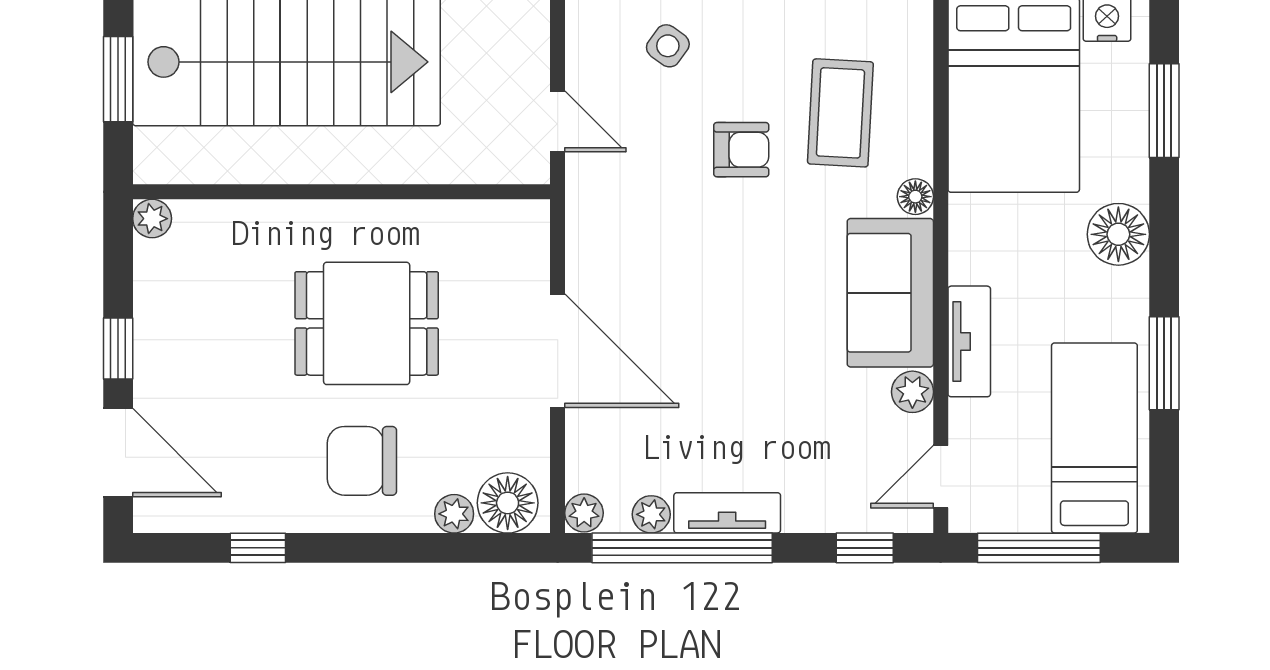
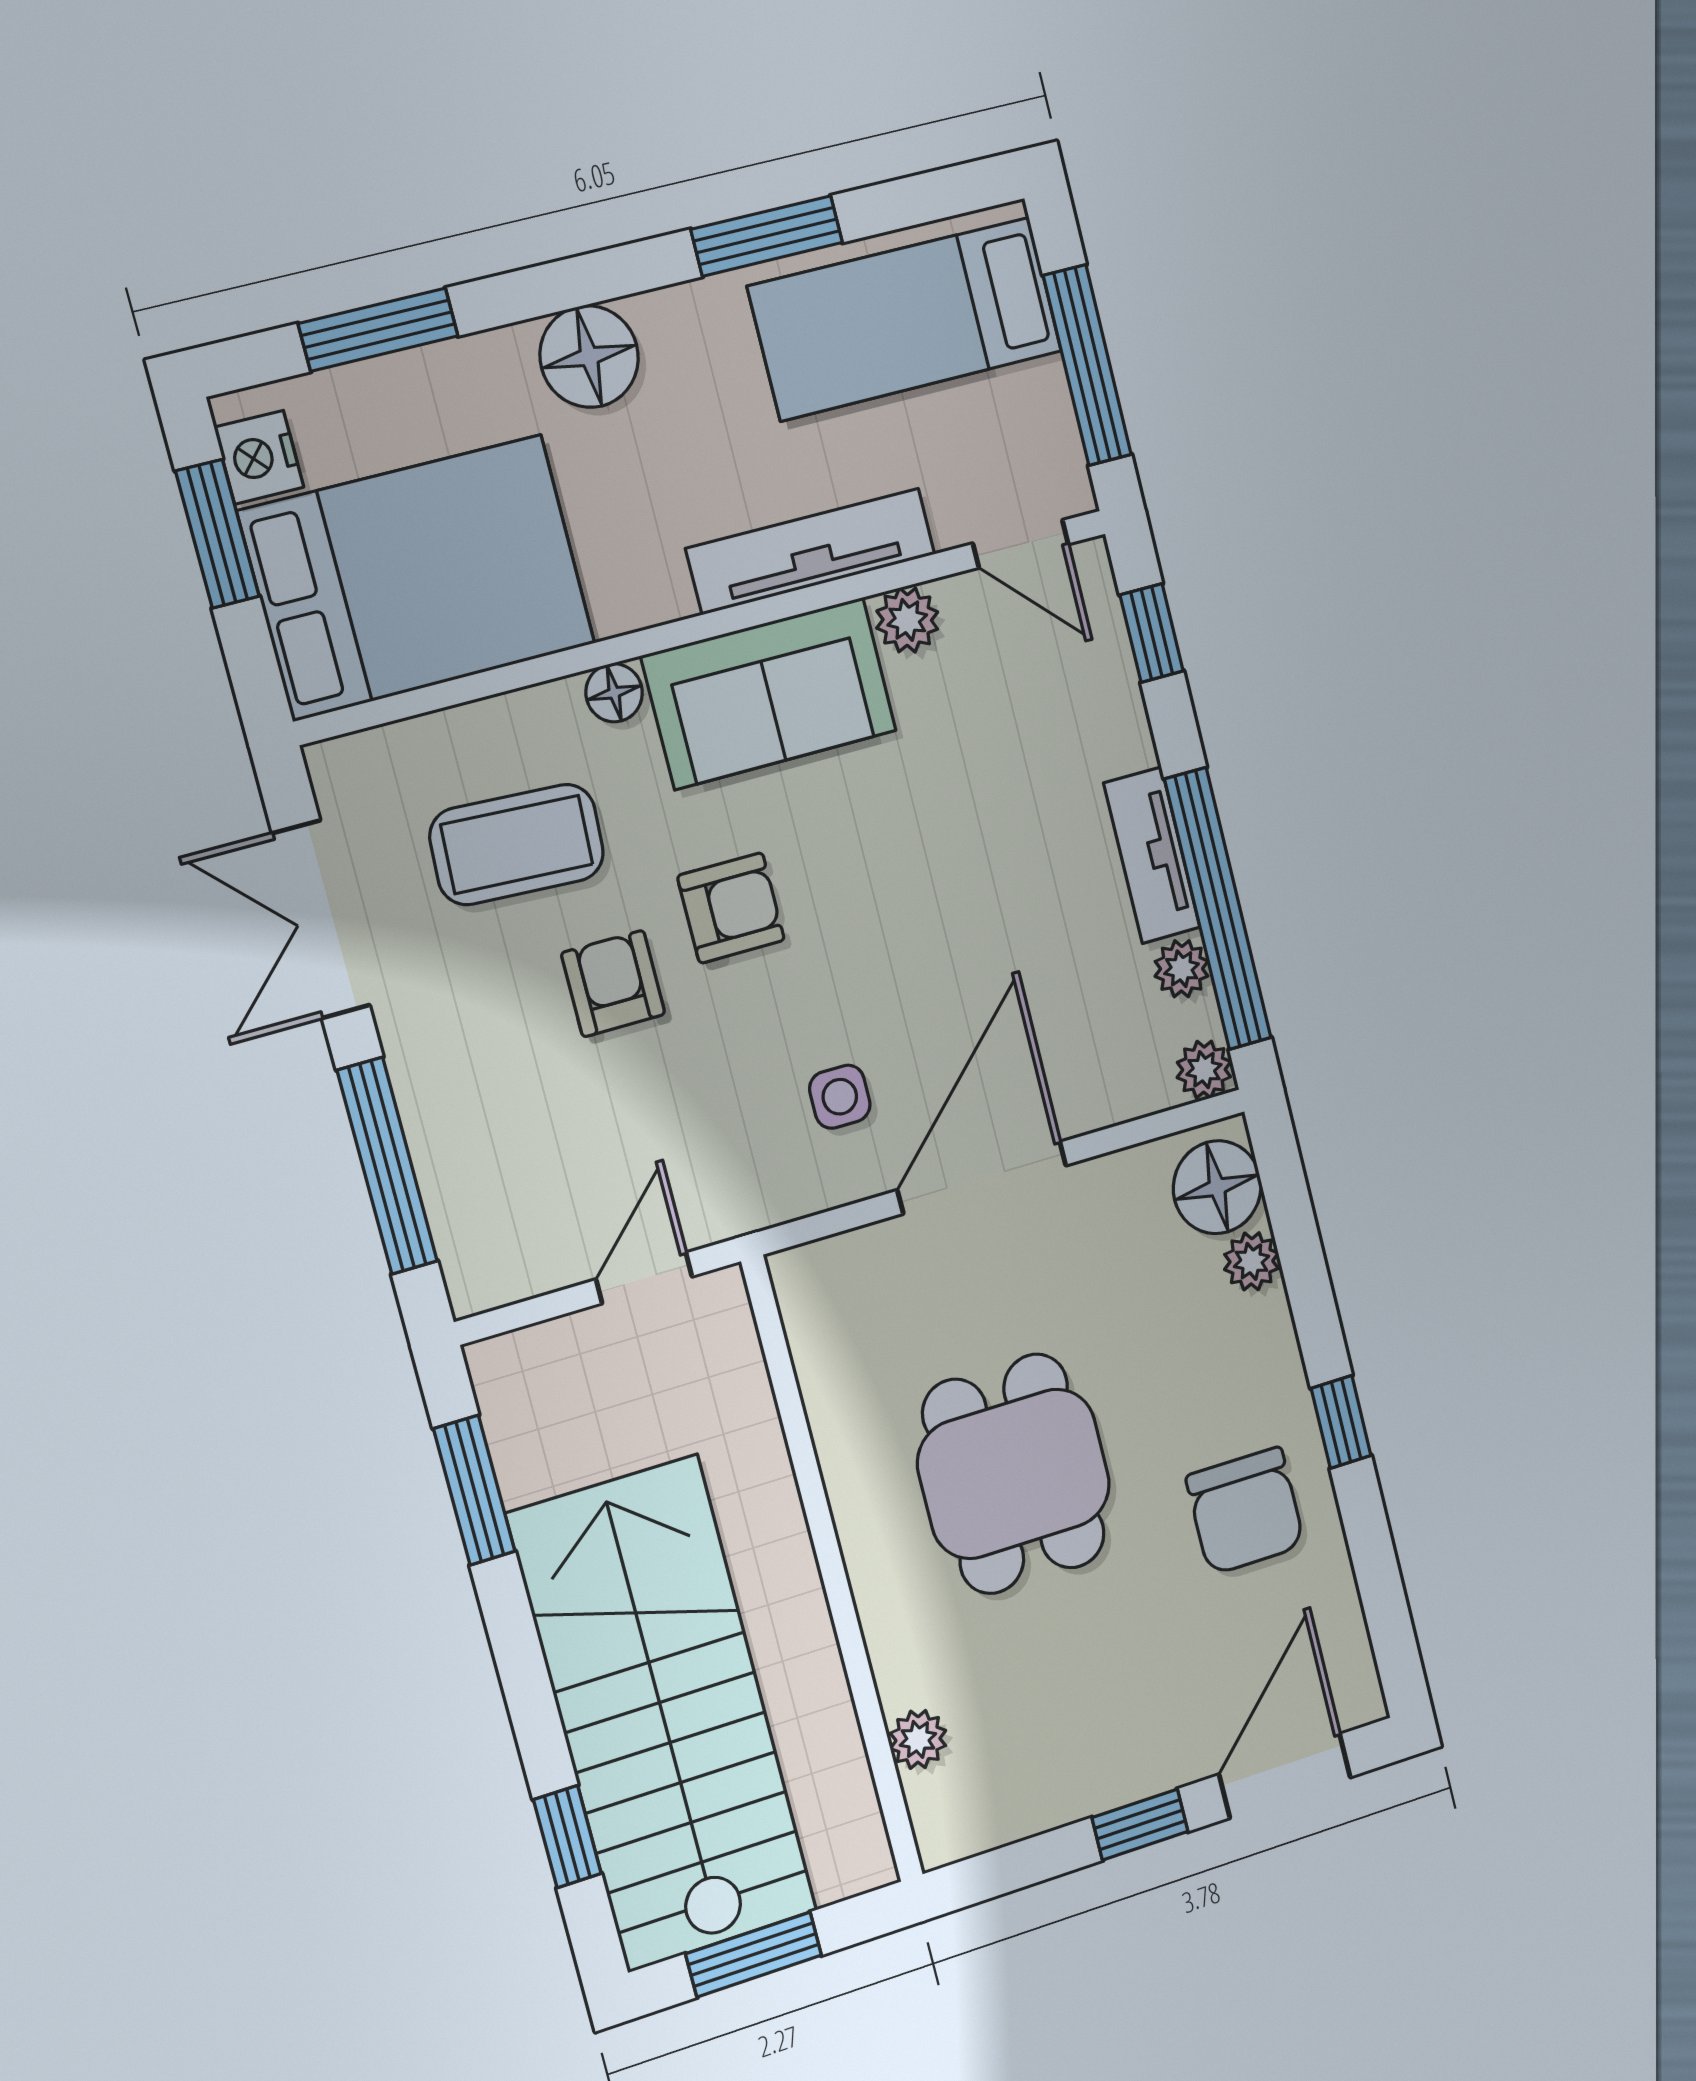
side table: (668, 46) -> (840, 1097), moved, turned -36
plant: (152, 219) -> (918, 1739), moved
armchair: (767, 235) -> (731, 908), added
tv unit: (969, 341) -> (811, 551), width x1.41
chair: (362, 461) -> (1245, 1511), moved
window: (258, 548) -> (1341, 1422), moved

